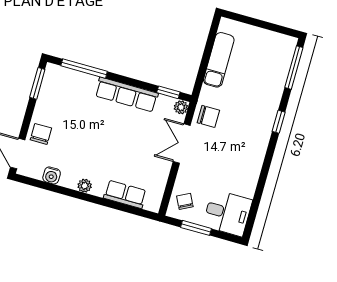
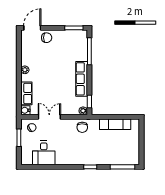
double door: (182, 143) -> (49, 117), moved
water cooler: (52, 175) -> (25, 110), moved
desk: (228, 213) -> (44, 153), moved

